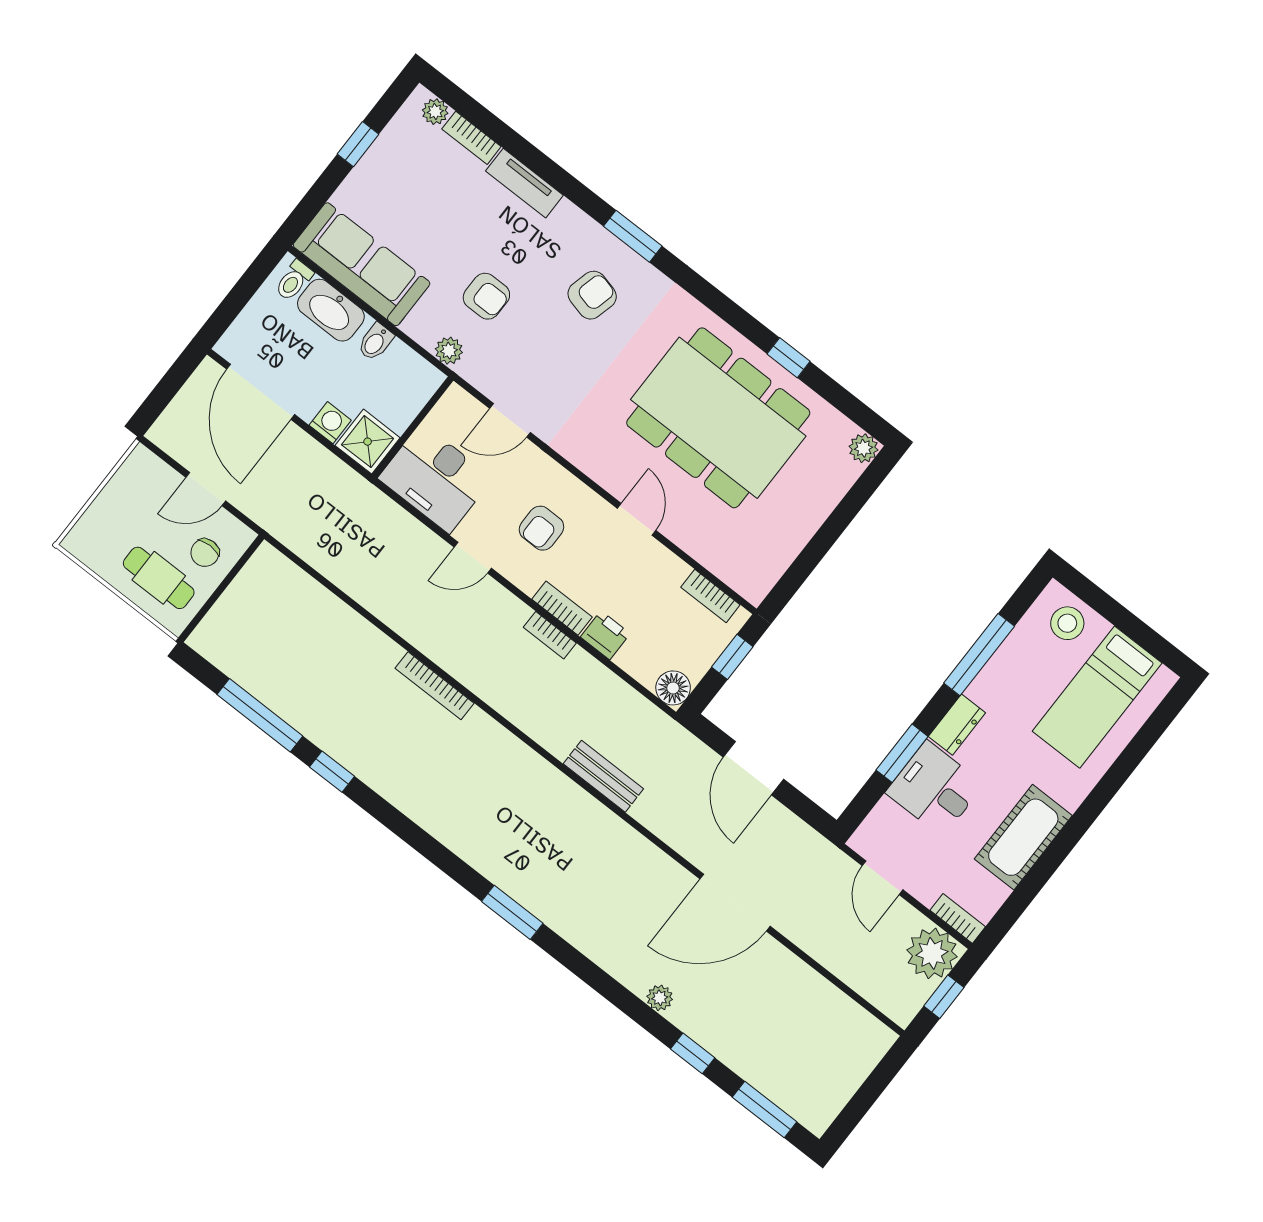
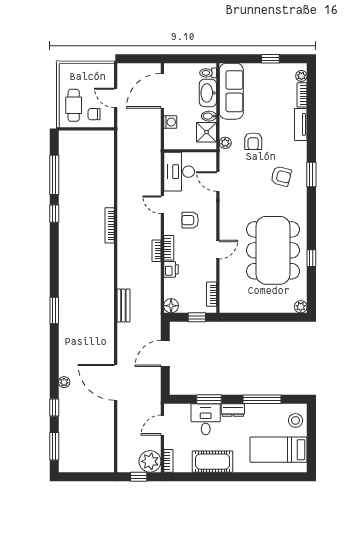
shower: (368, 442) -> (207, 132), moved

